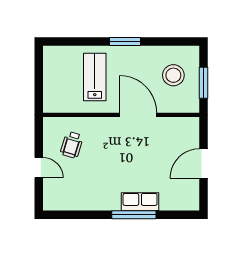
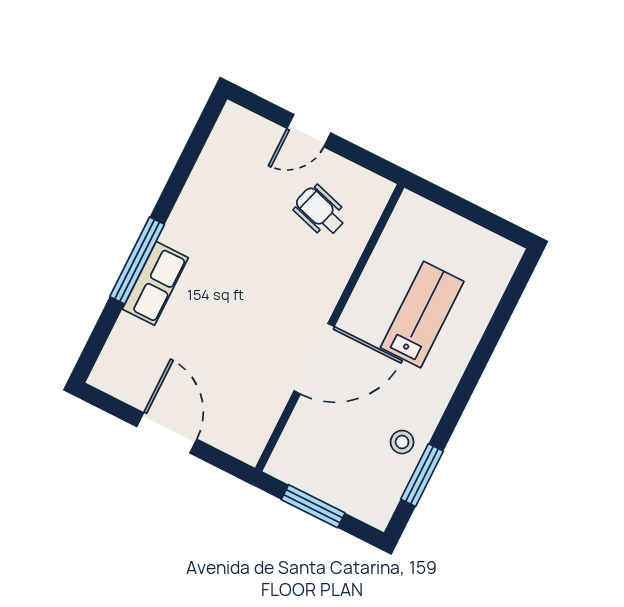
window: (125, 42) -> (422, 475), moved
stool: (173, 75) -> (402, 442), moved, width x0.53, depth x0.53
lab bench: (95, 77) -> (422, 315), turned -90

